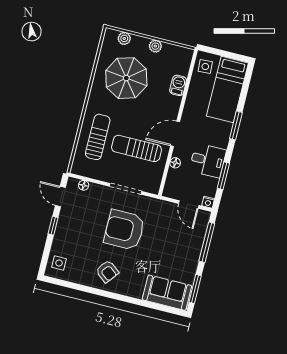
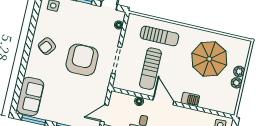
plant: (124, 38) -> (239, 71), moved
barbecue: (178, 85) -> (190, 99), moved
sun lounger: (137, 148) -> (150, 69), turned 180

